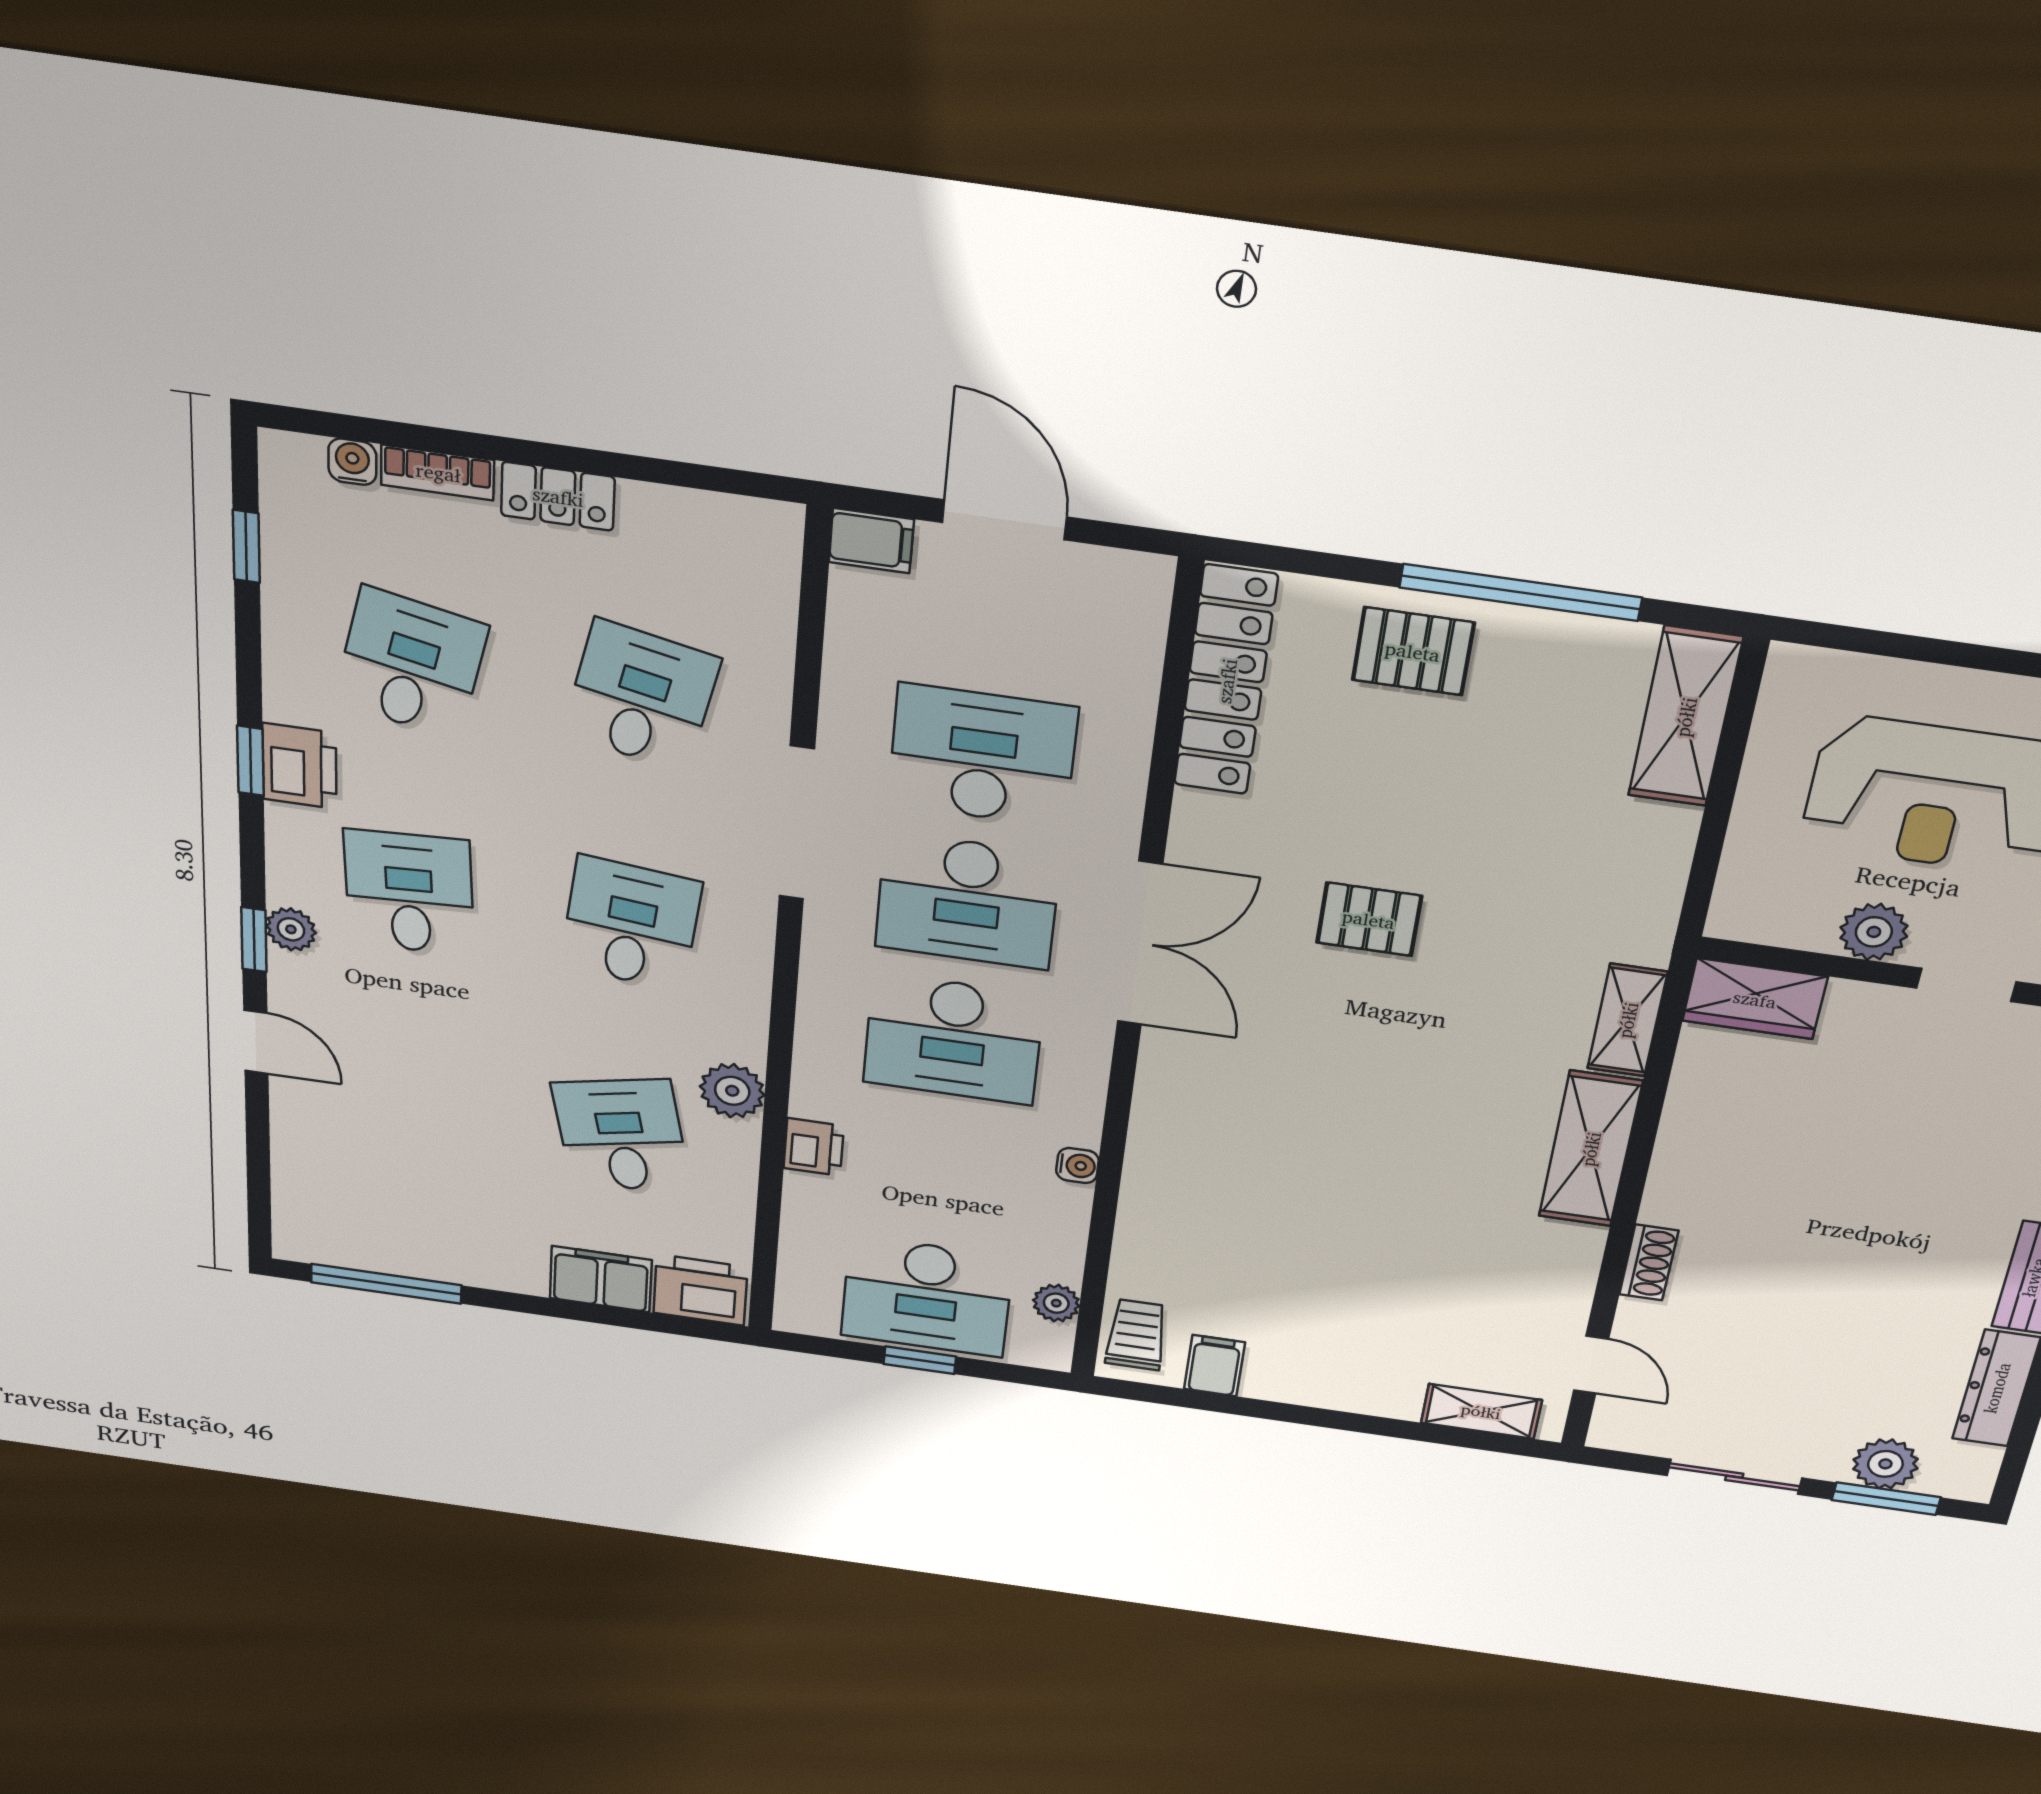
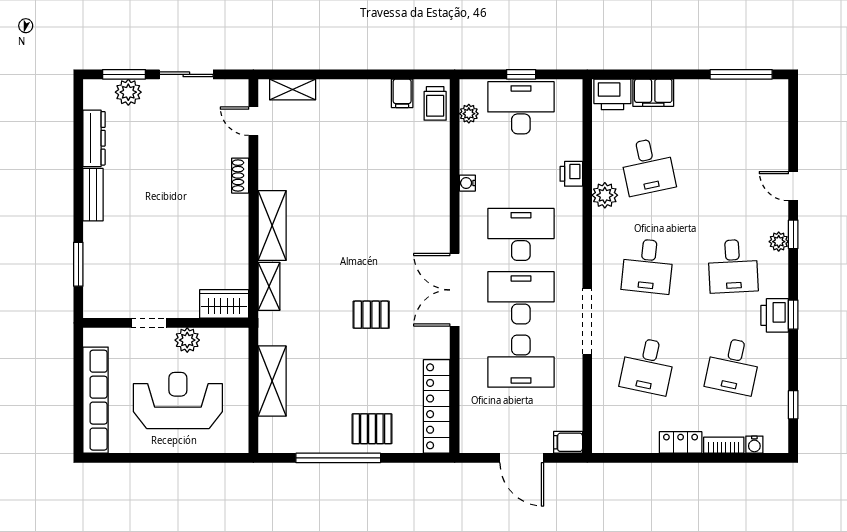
shelving: (1685, 717) -> (272, 381), moved

